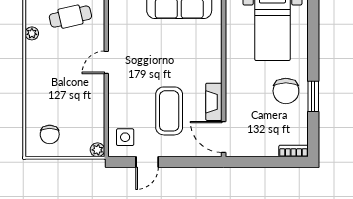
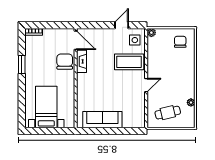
chair: (286, 91) -> (65, 62), moved
coffee table: (169, 111) -> (129, 62), moved, turned 90

